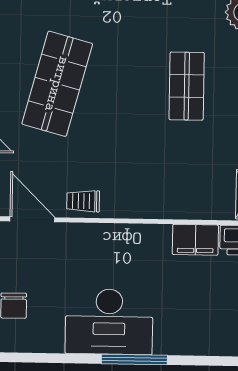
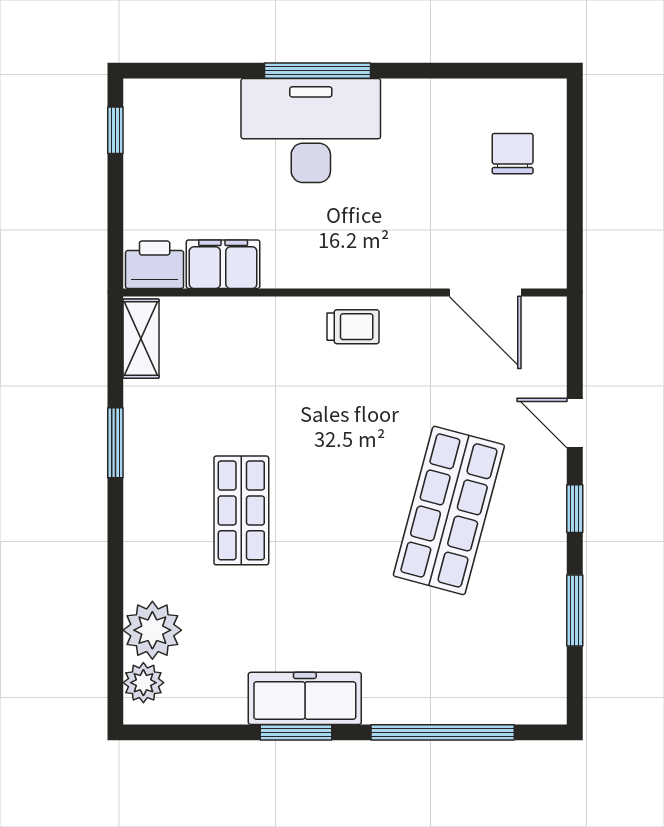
trolley: (83, 201) -> (353, 327), moved
desk: (109, 322) -> (311, 130), moved

